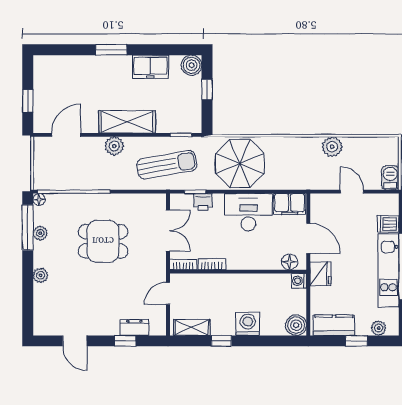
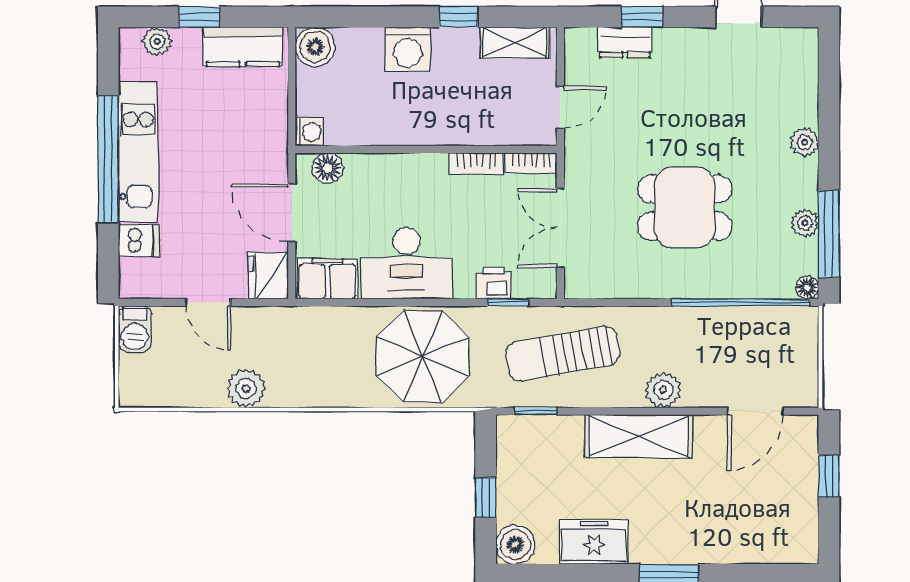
fridge: (320, 274) -> (268, 276), moved

